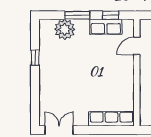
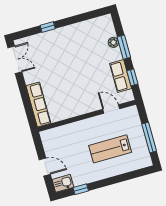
plant: (65, 29) -> (113, 42), width x0.53, depth x0.53
window: (35, 58) -> (48, 27), moved

